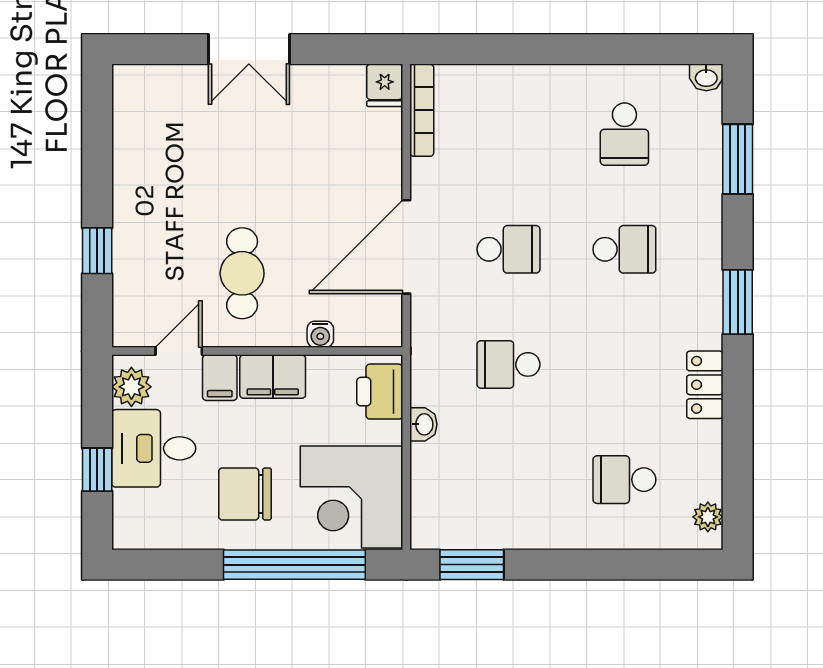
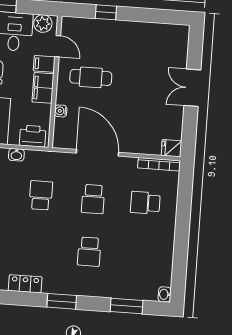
school desk: (624, 134) -> (145, 203), moved

